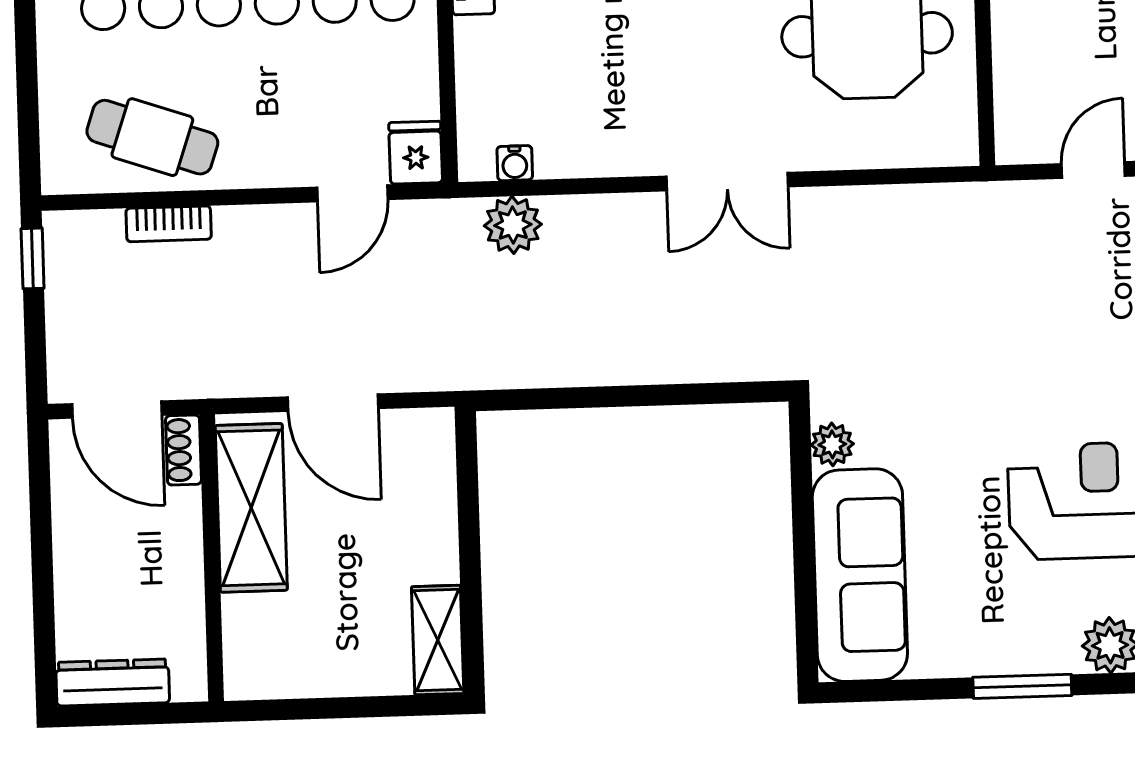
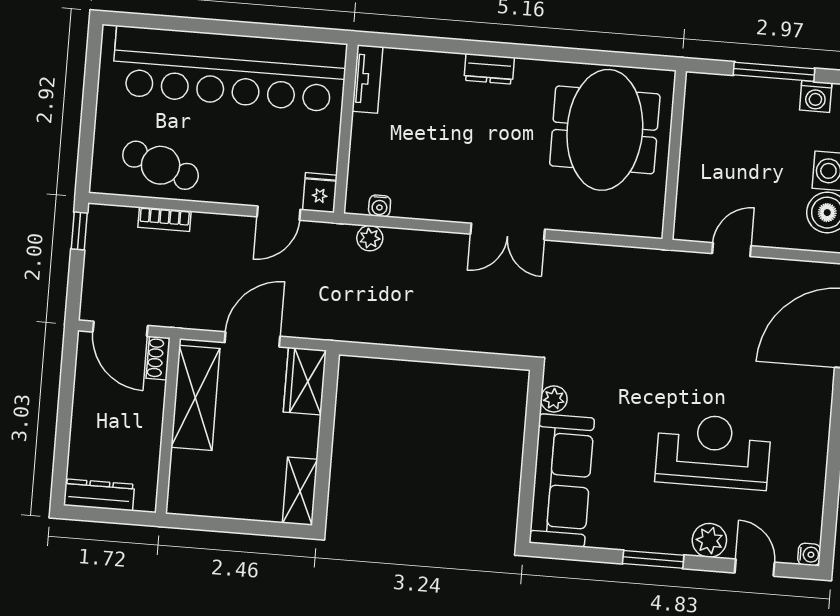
plant: (513, 225) -> (370, 238), width x0.73, depth x0.73
door: (333, 403) -> (252, 339), swing flipped
wardrobe: (426, 461) -> (305, 381), added

